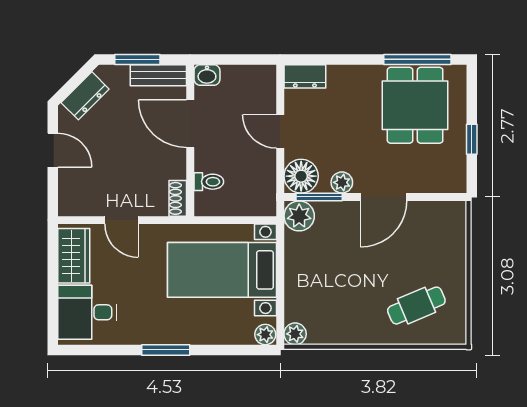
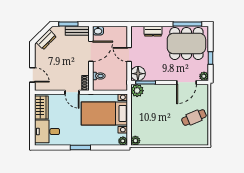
dresser: (305, 76) -> (153, 31), moved
dining table: (415, 105) -> (186, 43), width x1.38
door: (190, 124) -> (91, 51), swing flipped
door: (53, 150) -> (32, 75), moved
plant: (342, 182) -> (204, 76), moved
door: (384, 197) -> (186, 82), moved
door: (121, 220) -> (72, 92), moved
cafe table: (416, 306) -> (194, 118), moved

